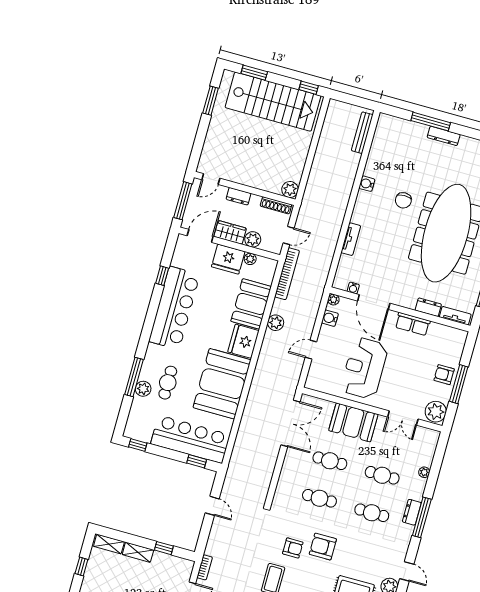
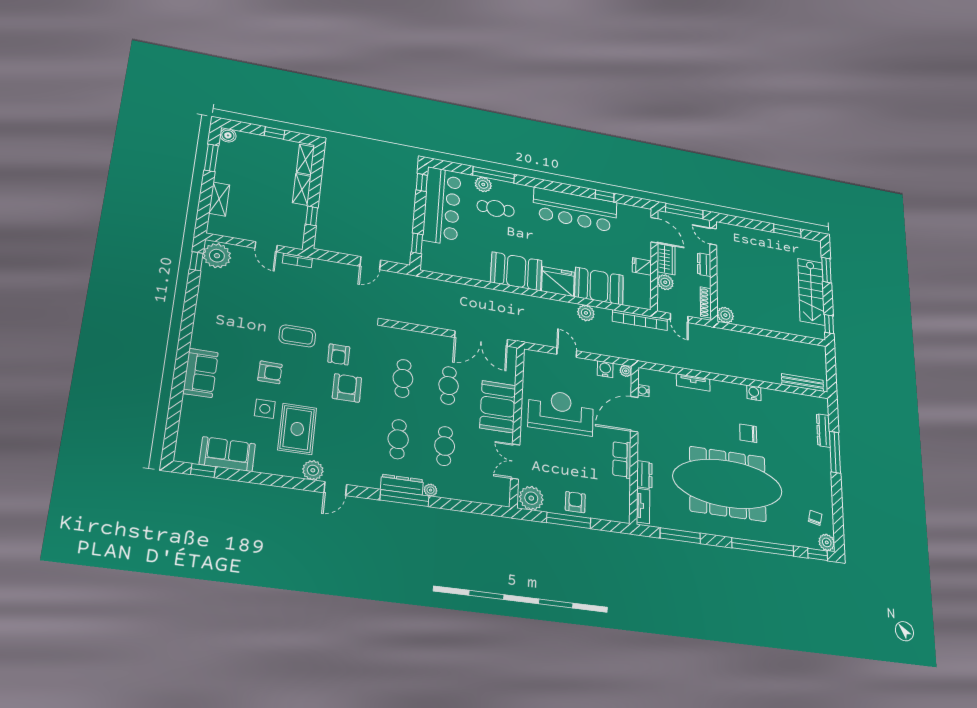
stairs: (273, 102) -> (811, 292), width x0.73, depth x0.66
dresser: (444, 136) -> (823, 431), moved
fridge: (228, 259) -> (642, 266), width x0.53, depth x0.75
plant: (250, 259) -> (645, 281), removed
booth: (222, 384) -> (516, 271), width x0.73, depth x0.70
bar counter: (190, 439) -> (442, 206), moved
plant: (424, 472) -> (431, 490), moved
dresser: (412, 512) -> (402, 485), width x1.44

